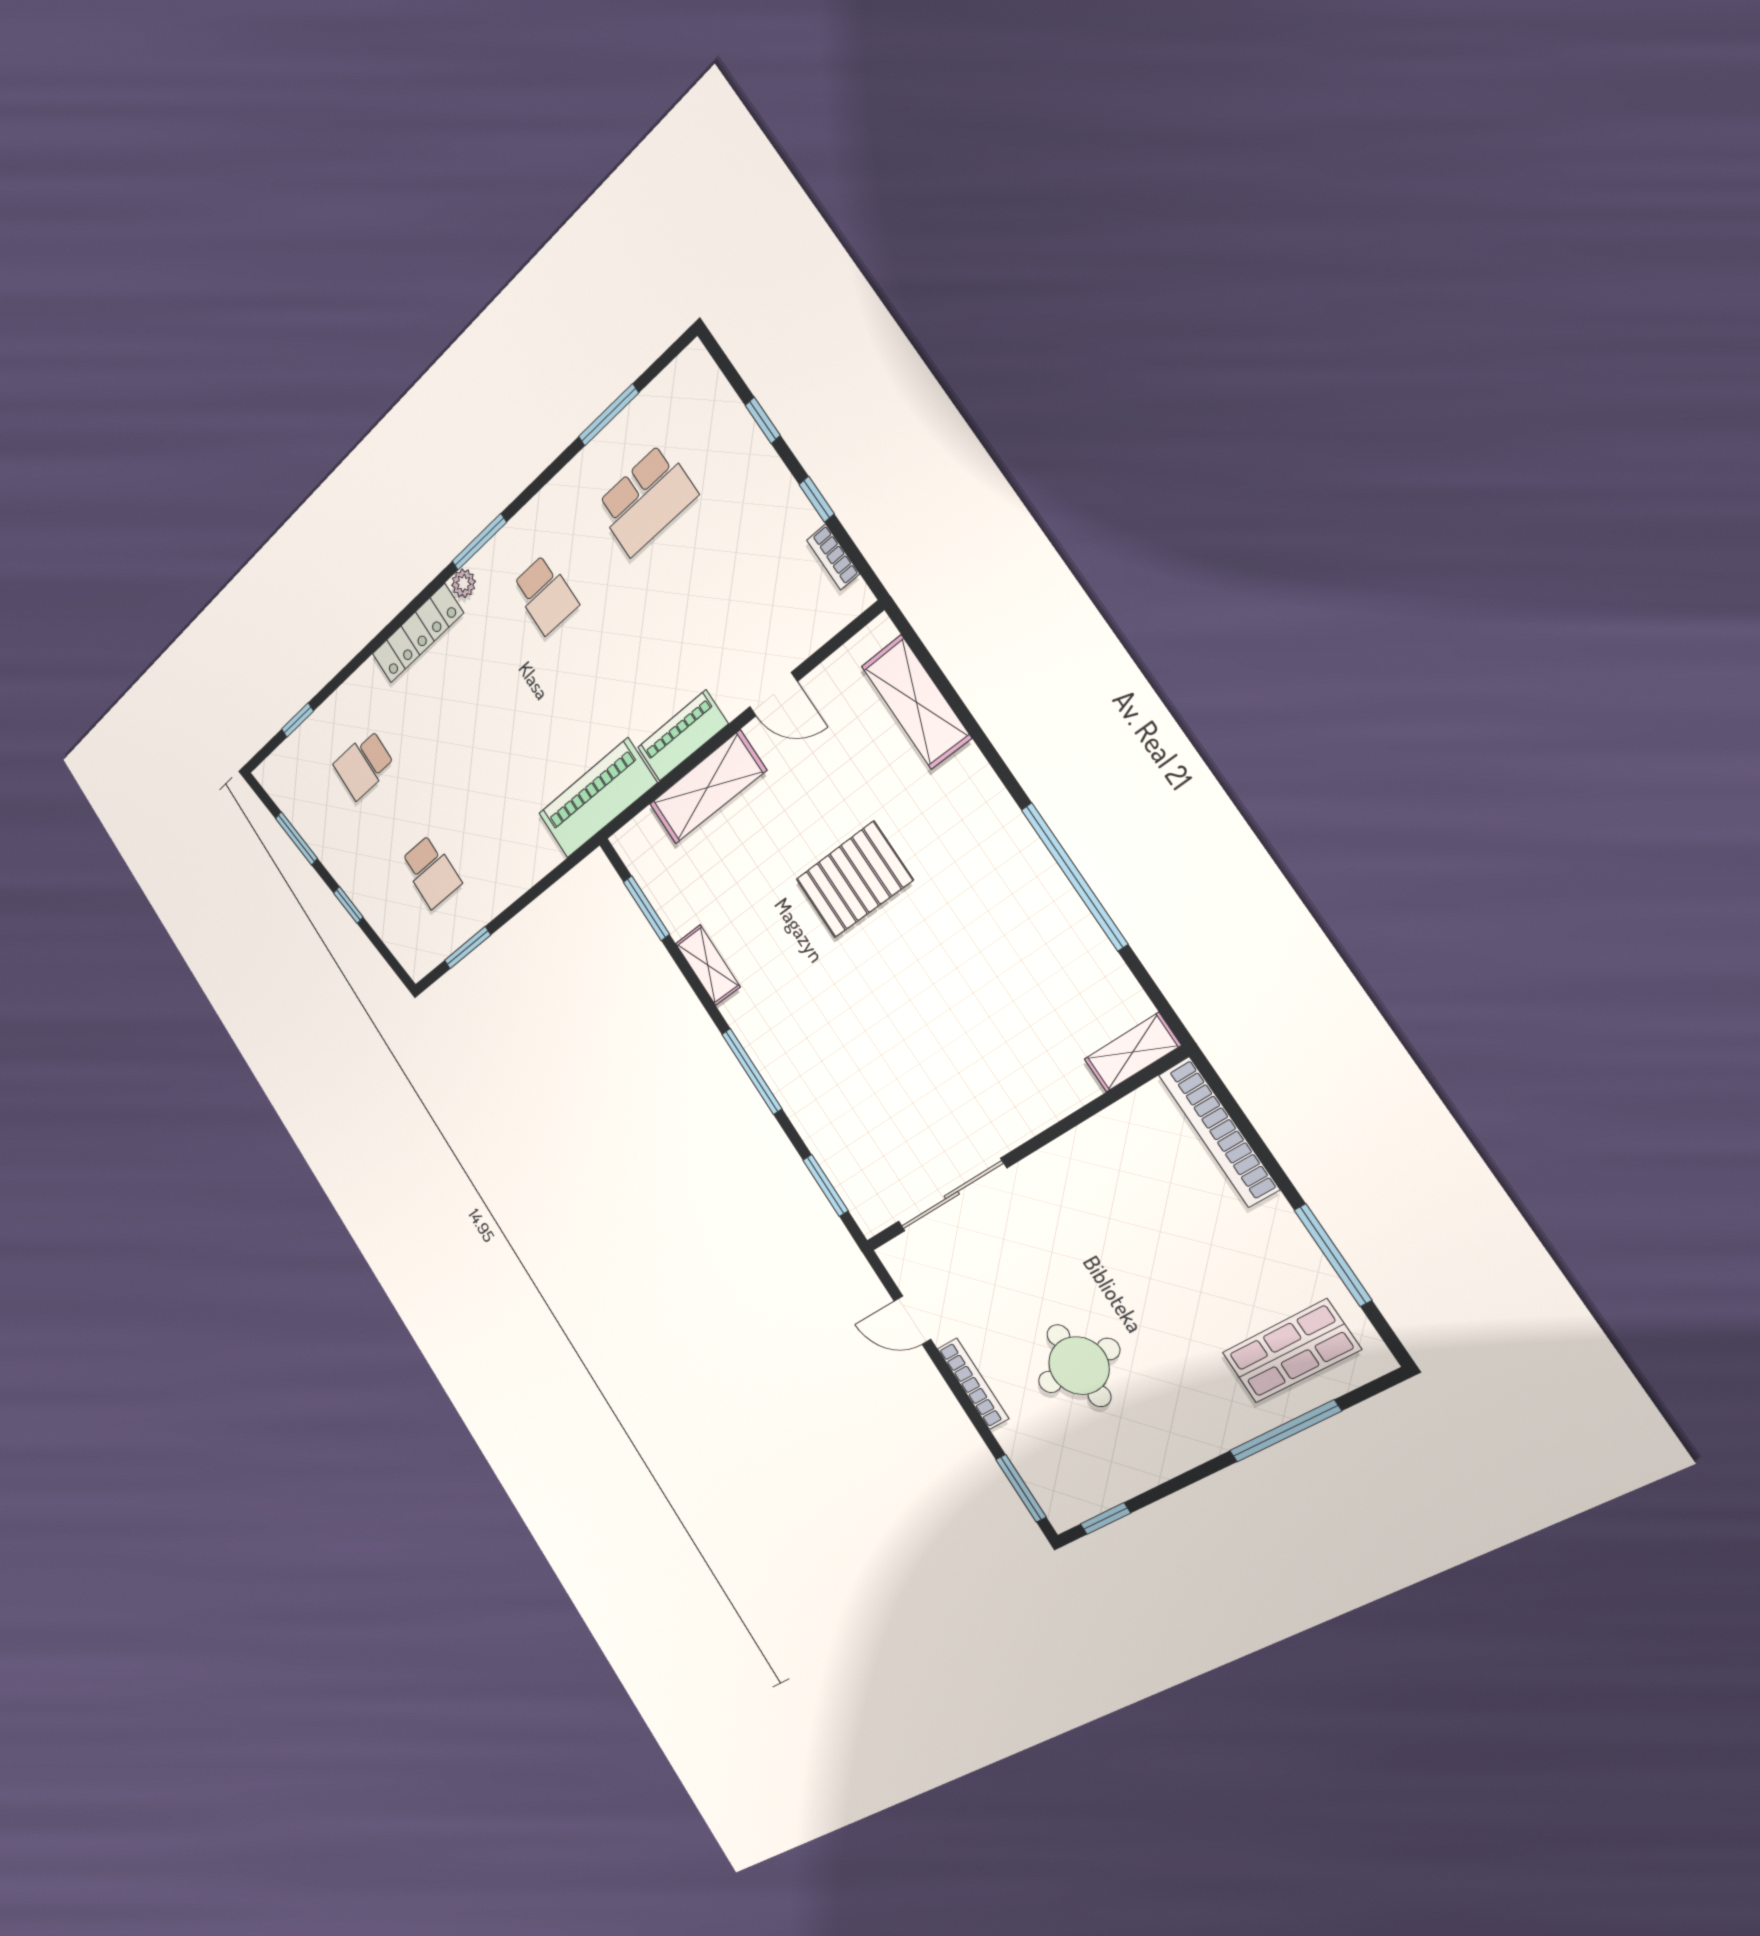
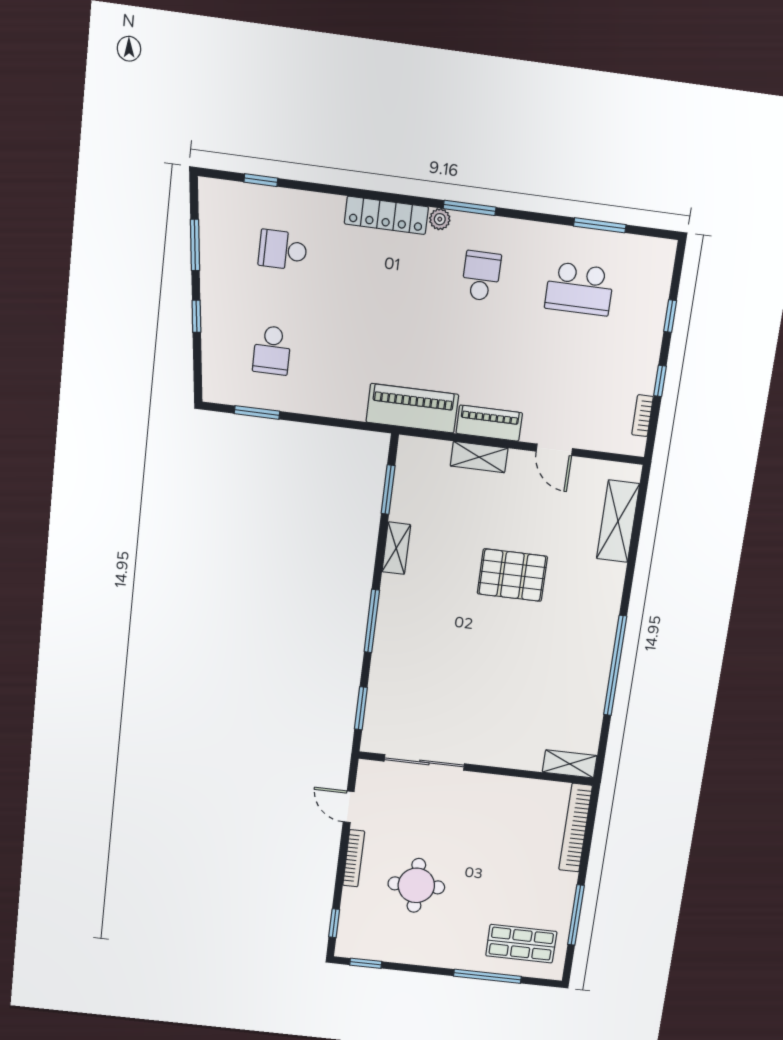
school desk: (545, 595) -> (481, 276), turned 180
shelving: (708, 787) -> (479, 457), width x0.67, depth x0.75
window: (1021, 1488) -> (334, 923), width x0.67

